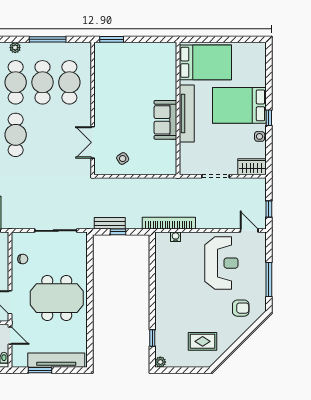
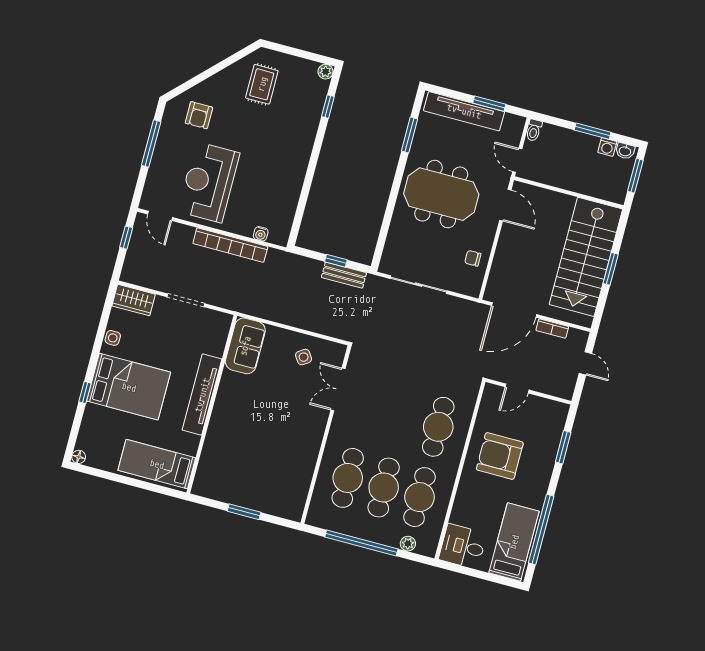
window: (48, 39) -> (361, 543), width x1.46
window: (112, 39) -> (244, 512), moved
floor lamp: (261, 47) -> (79, 457), added
bed: (205, 62) -> (157, 464), width x0.67
window: (269, 118) -> (85, 392), moved
sofa: (165, 120) -> (245, 346), moved
double door: (93, 142) -> (338, 389), swing flipped
bookcase: (169, 223) -> (230, 245), moved
armchair: (241, 308) -> (199, 115), turned -90
window: (90, 333) -> (410, 135), added
rug: (203, 341) -> (262, 84), turned 90

